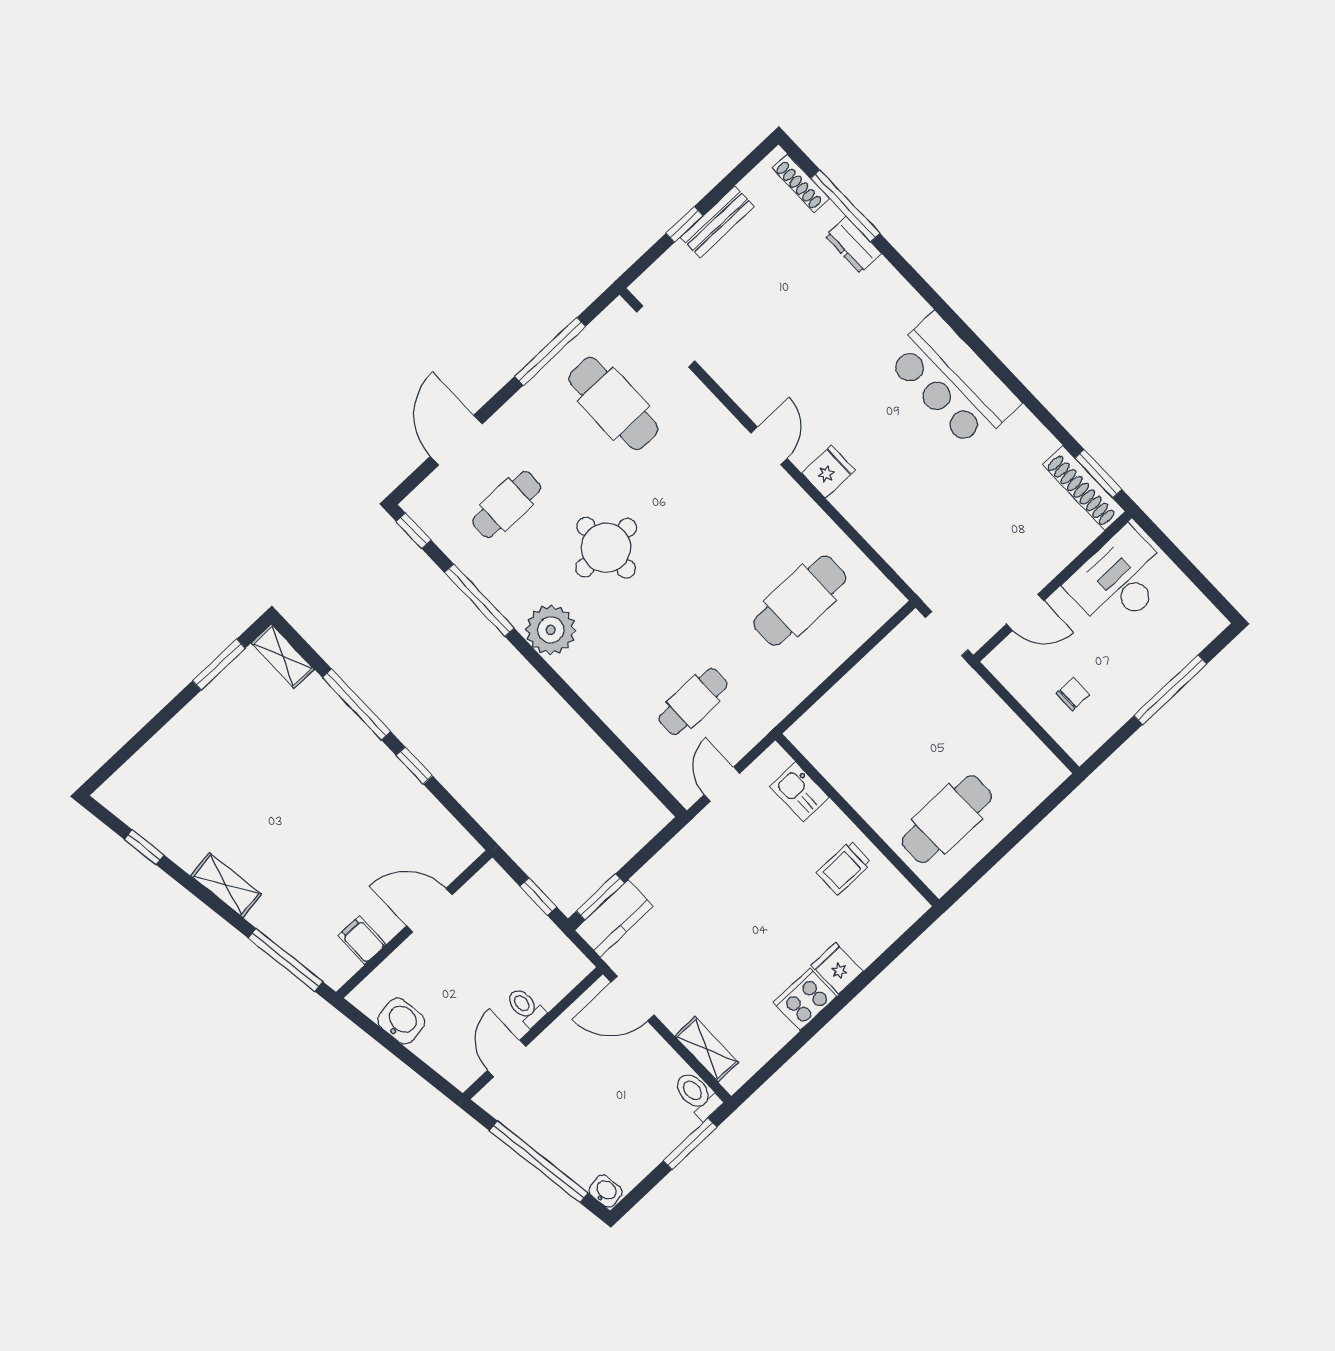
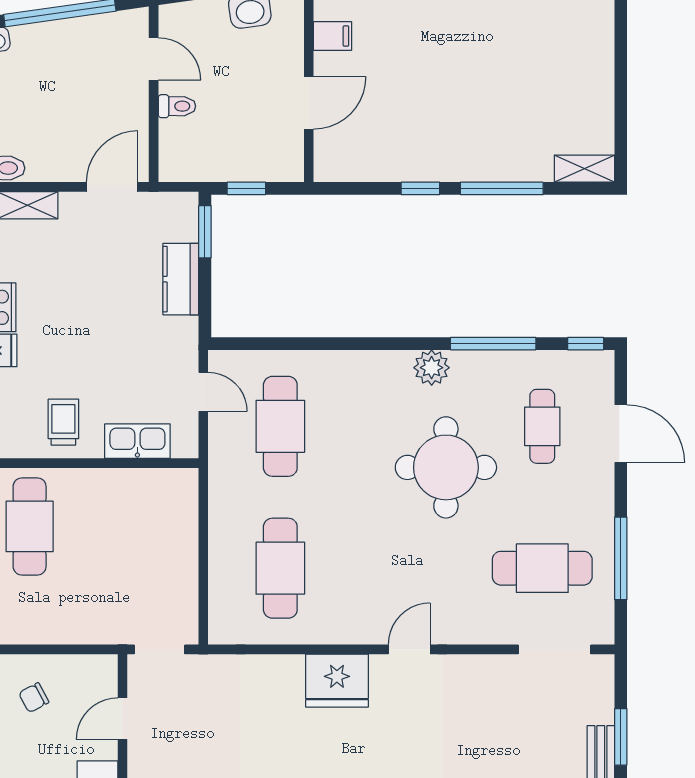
window: (684, 224) -> (621, 737), width x1.50
door: (769, 446) -> (409, 649), swing flipped
fridge: (829, 472) -> (337, 681), width x1.88, depth x1.34
round table: (606, 548) -> (446, 467), width x1.36, depth x1.36
plant: (551, 630) -> (432, 368), width x0.73, depth x0.73
window: (219, 664) -> (621, 119), removed
chair: (1073, 694) -> (34, 698), turned 62
cafe table: (693, 702) -> (280, 426), width x1.37, depth x1.35
kitchen sink: (800, 792) -> (137, 441), width x1.38
kitchen counter: (614, 918) -> (181, 279), moved

